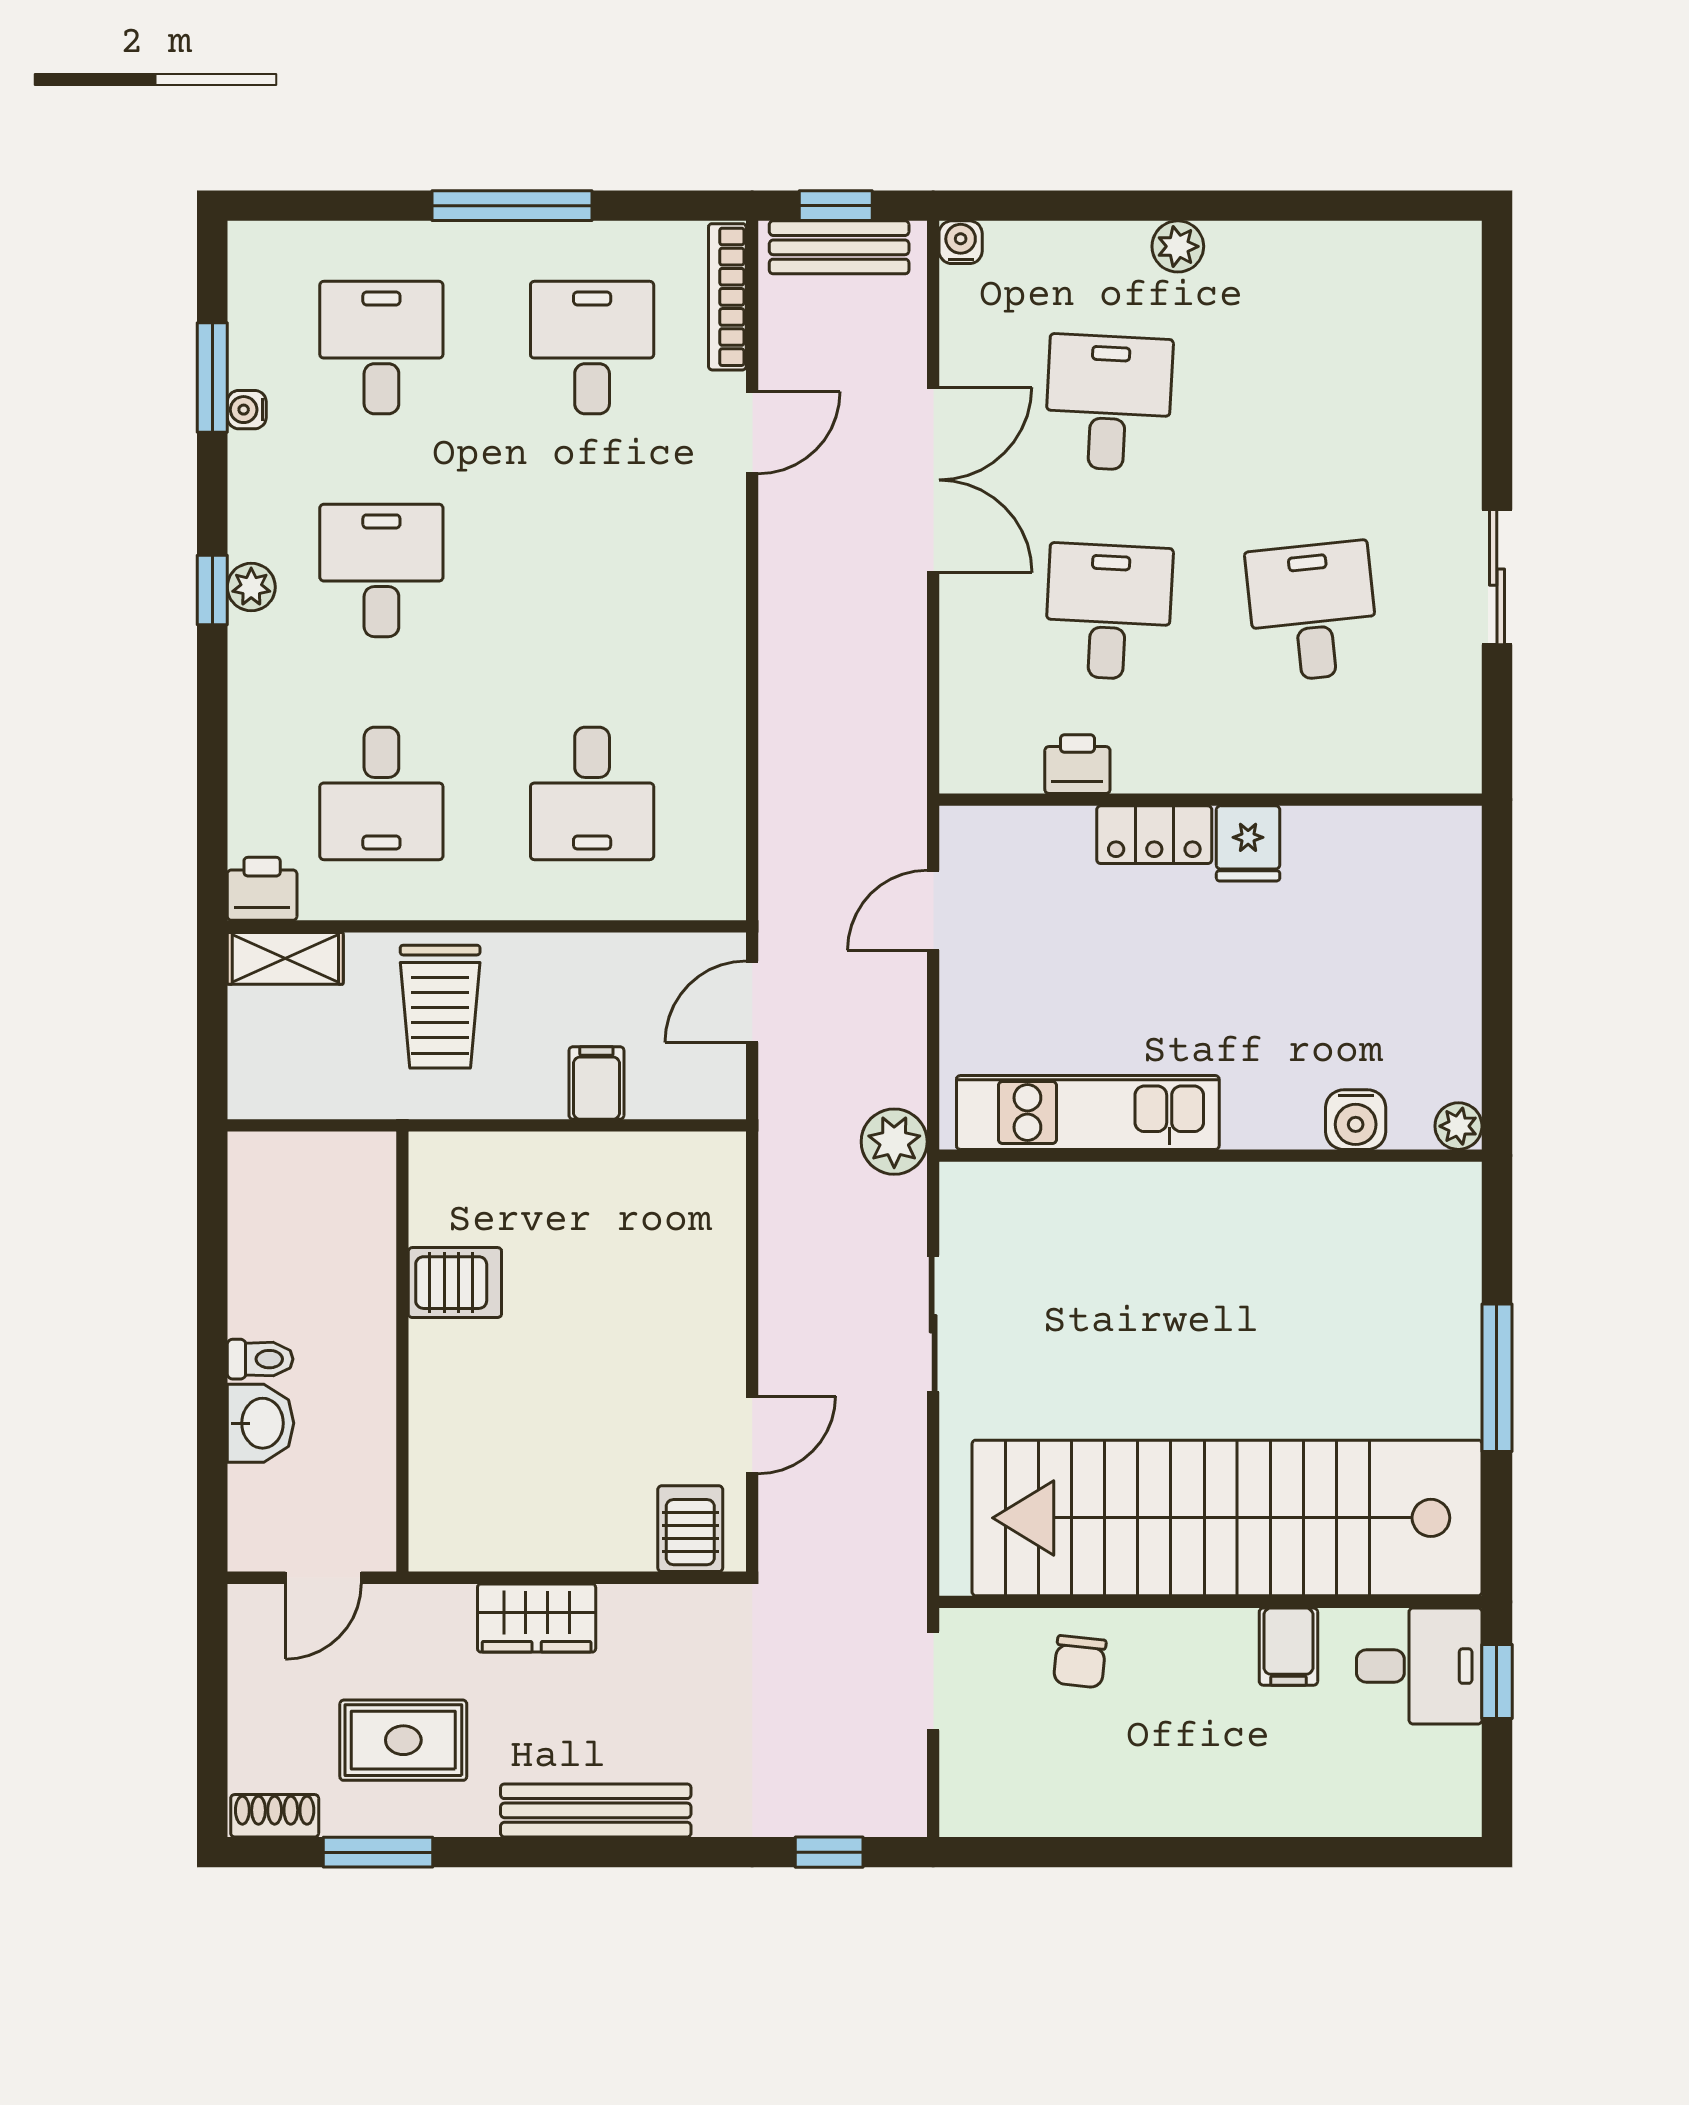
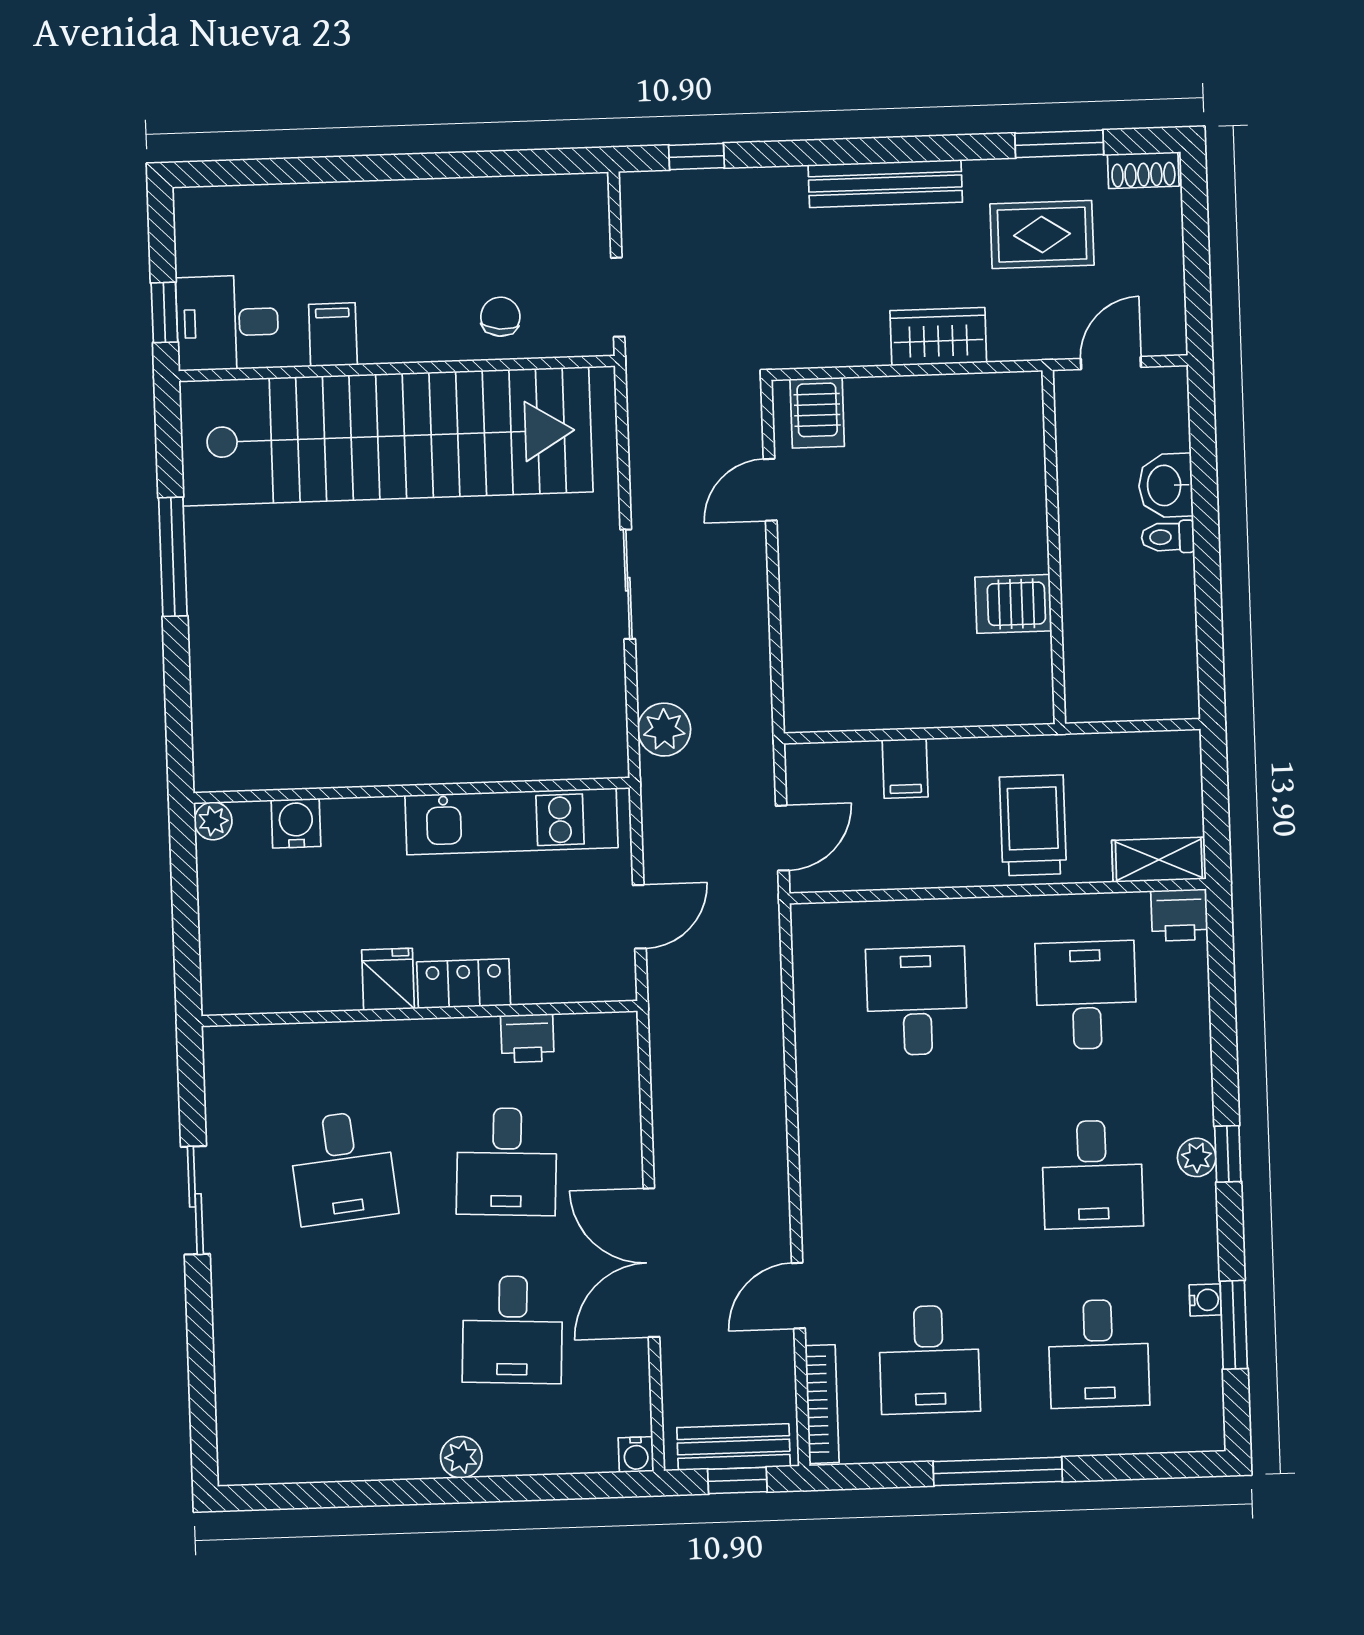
kitchen unit: (1088, 1113) -> (511, 821), moved
water cooler: (1356, 1120) -> (296, 823), moved
plant: (1458, 1126) -> (213, 821), moved
wall: (1210, 1156) -> (412, 790), moved

